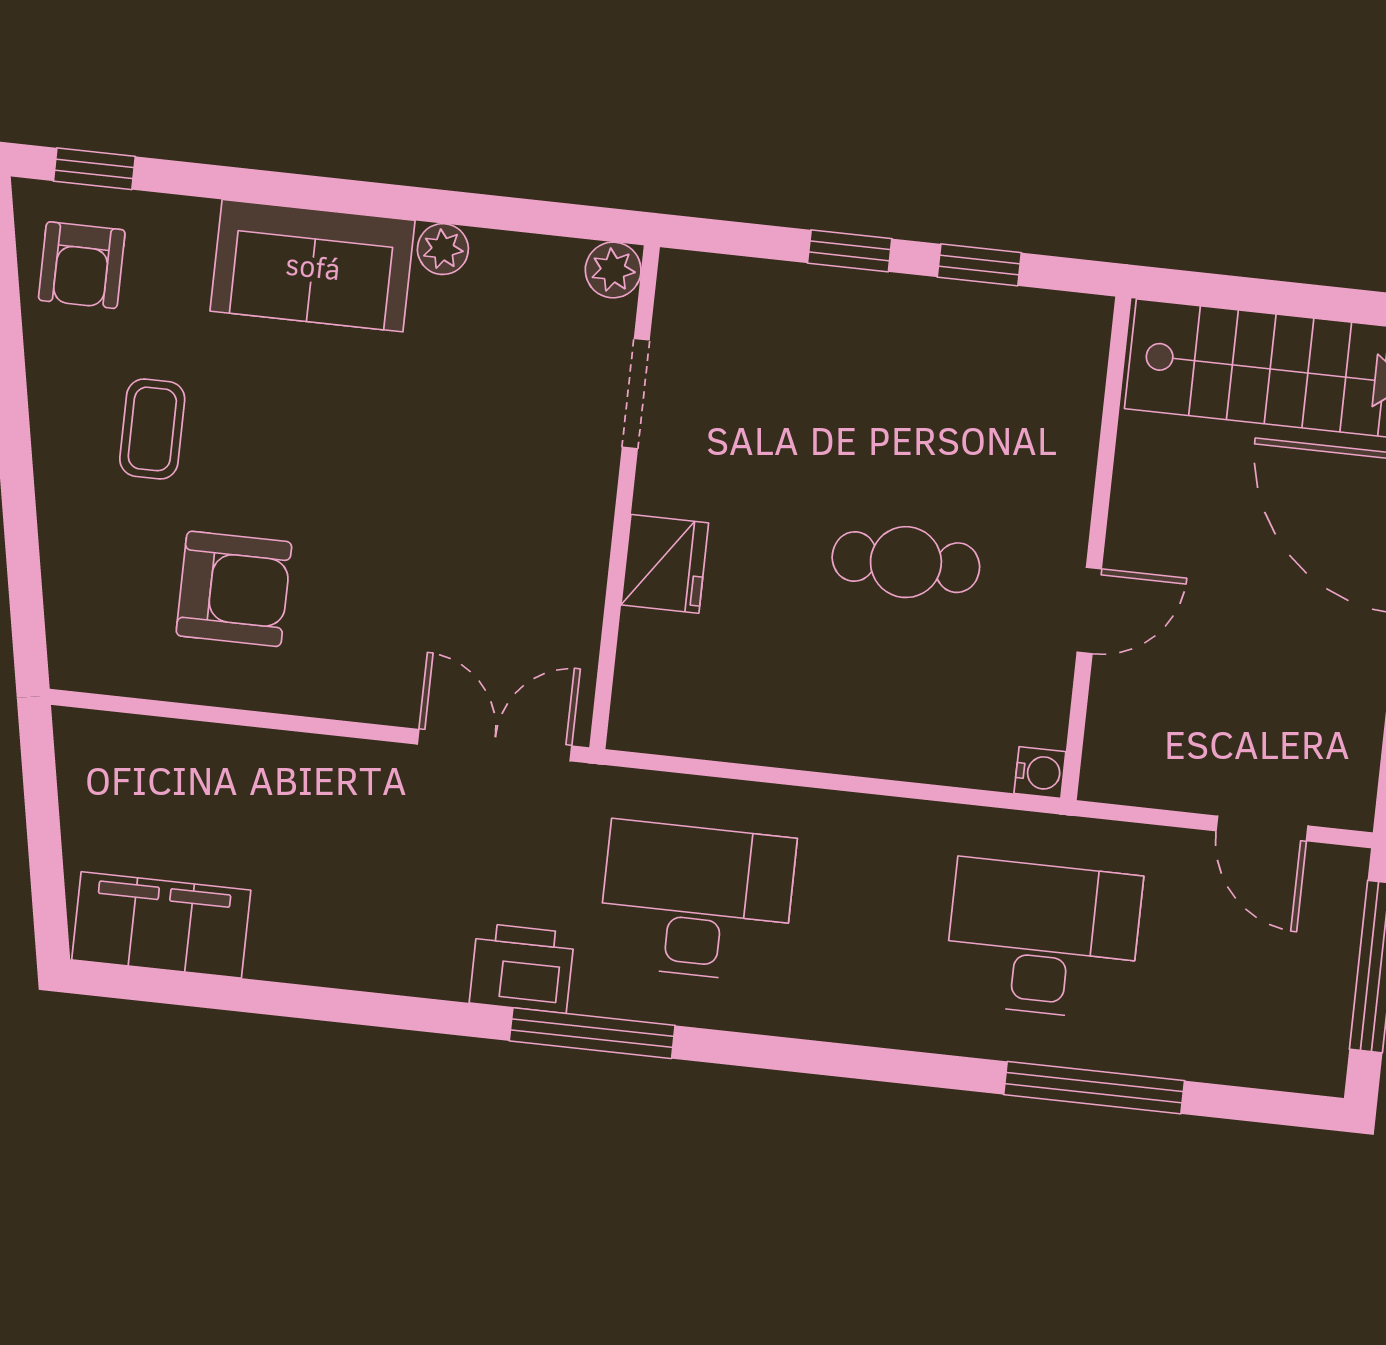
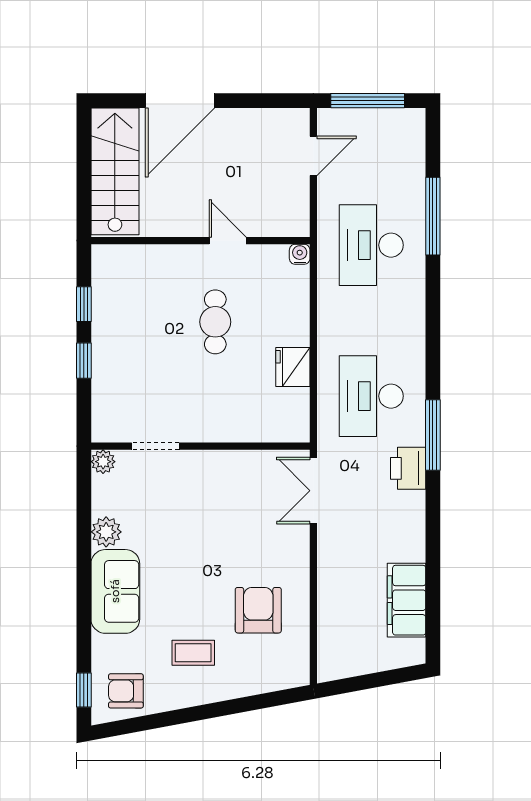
plant: (443, 249) -> (106, 532), width x1.38, depth x1.38
armchair: (82, 265) -> (126, 691), turned 180
fridge: (665, 564) -> (293, 367), moved, turned -90
filing cabinet: (161, 925) -> (407, 600), moved

